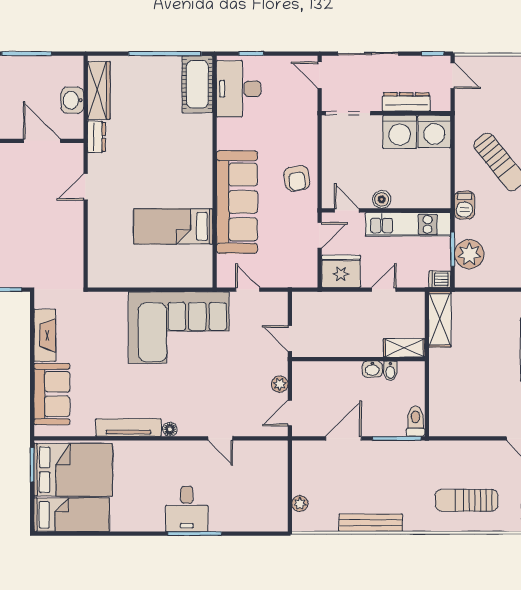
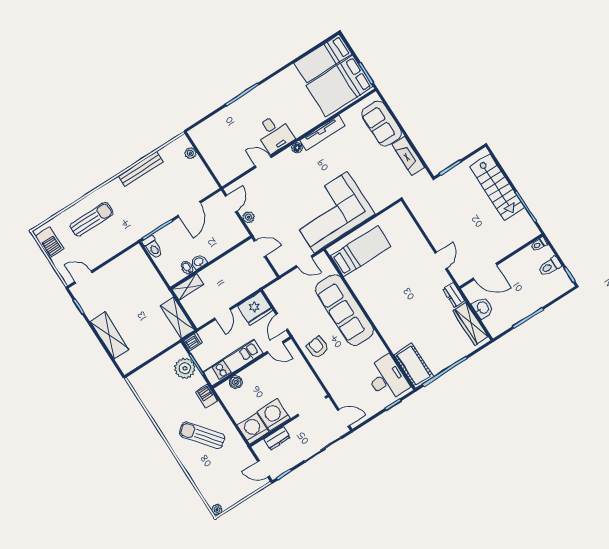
dresser: (406, 102) -> (277, 438), width x0.70
boiler: (382, 199) -> (236, 382), moved
bed: (173, 226) -> (361, 251), moved
desk: (187, 509) -> (274, 134), moved, turned 180

